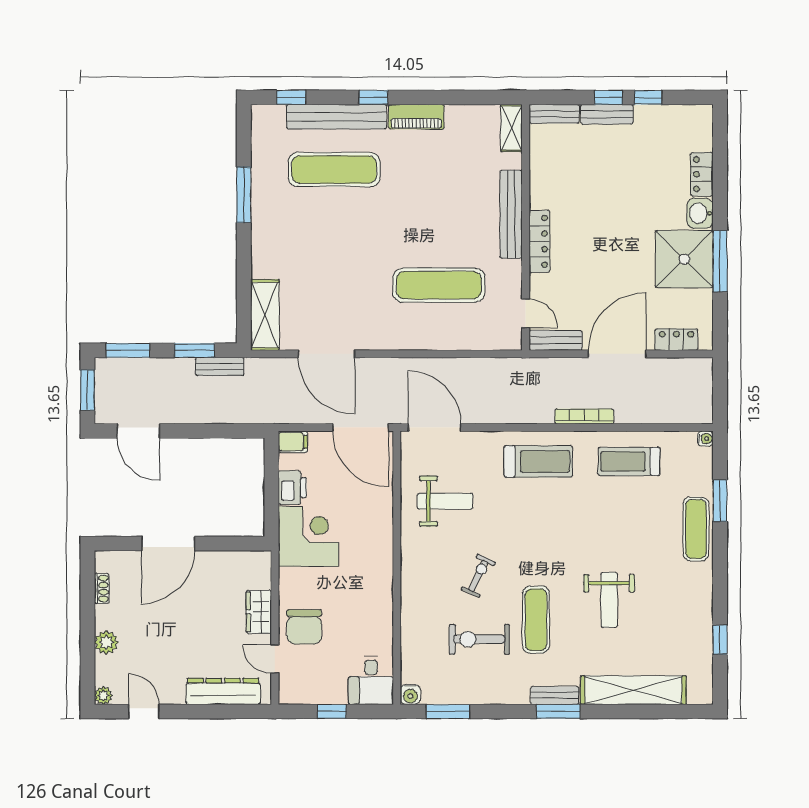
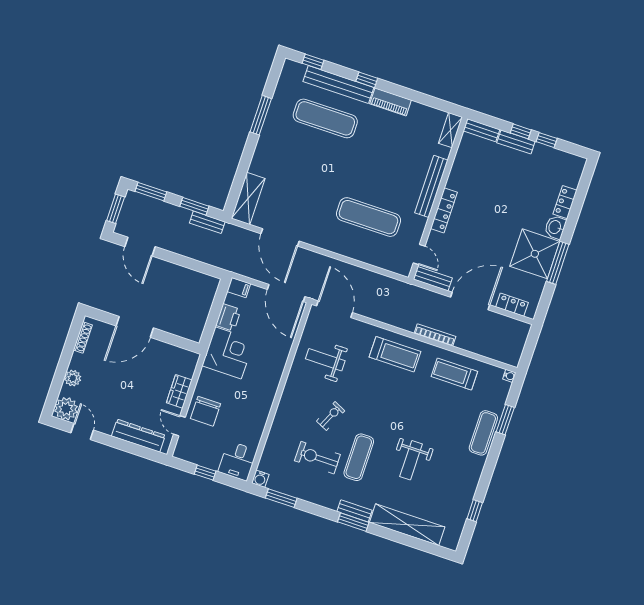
weight bench: (445, 501) -> (325, 360), turned 180
shoe rack: (102, 588) -> (83, 337), width x1.43
plant: (103, 696) -> (66, 409), width x1.87, depth x1.87

